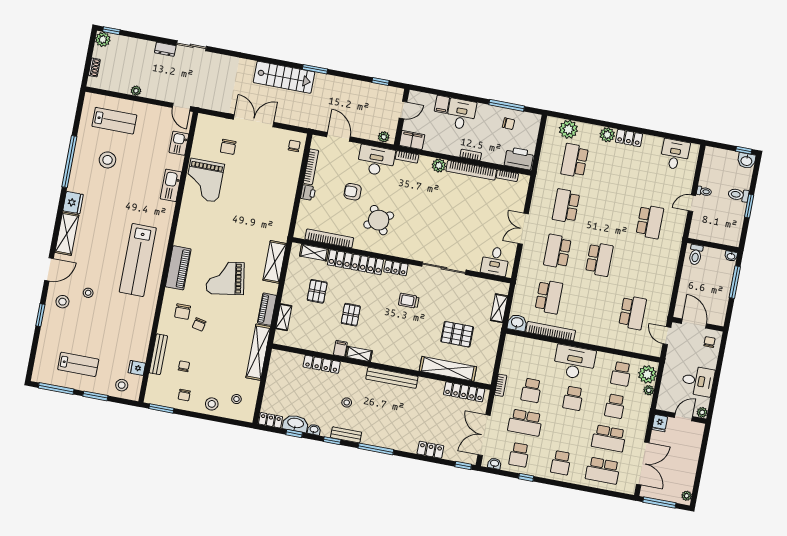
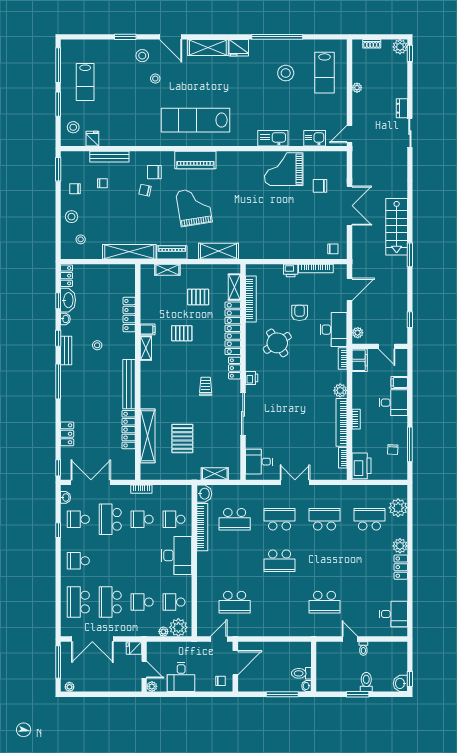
printer: (409, 253) -> (252, 378), added
toilet: (696, 255) -> (301, 673), moved
locker: (464, 392) -> (129, 430), moved
school desk: (573, 398) -> (174, 519), moved

